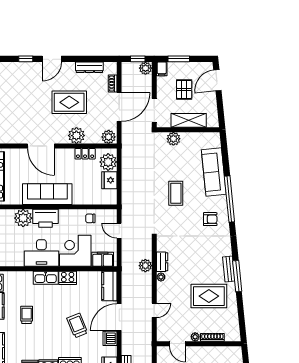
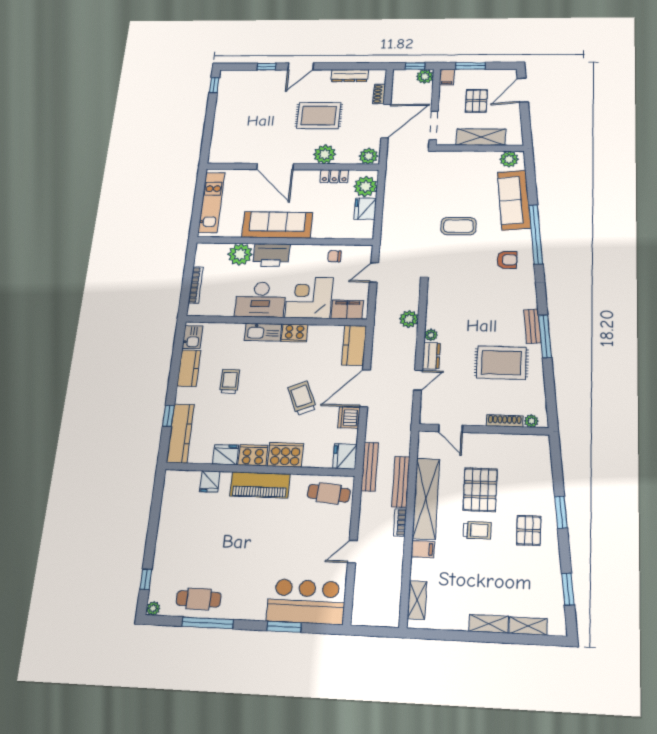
plant: (173, 139) -> (509, 159), moved
coffee table: (176, 193) -> (459, 226), turned 90
door: (119, 231) -> (374, 272), hinge flipped
dresser: (162, 262) -> (431, 356), moved
plant: (195, 337) -> (531, 421), moved

